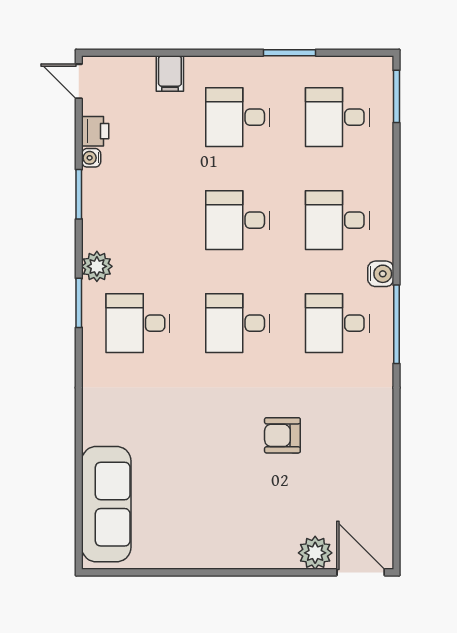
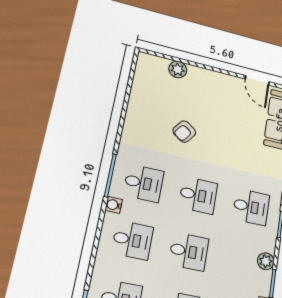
plant: (97, 266) -> (266, 261), moved
armchair: (282, 435) -> (184, 132), turned 126
door: (361, 572) -> (257, 80), moved

